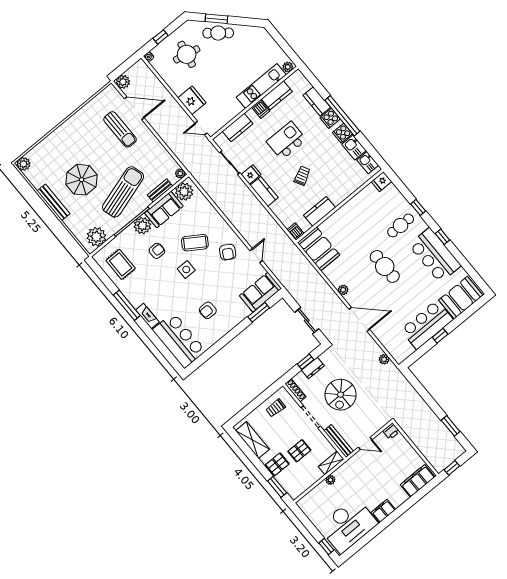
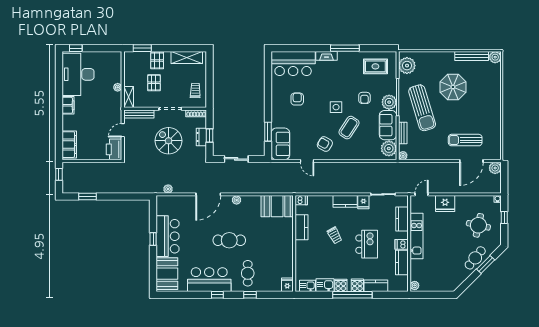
kitchen unit: (261, 86) -> (417, 236), moved
bench: (53, 202) -> (472, 56), moved
printer: (391, 431) -> (114, 149), width x1.87, depth x1.48

